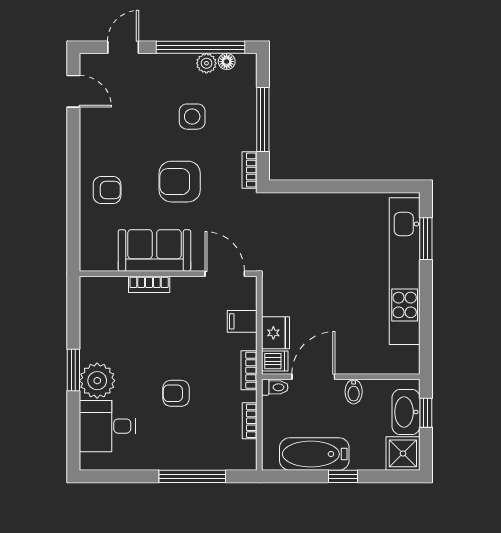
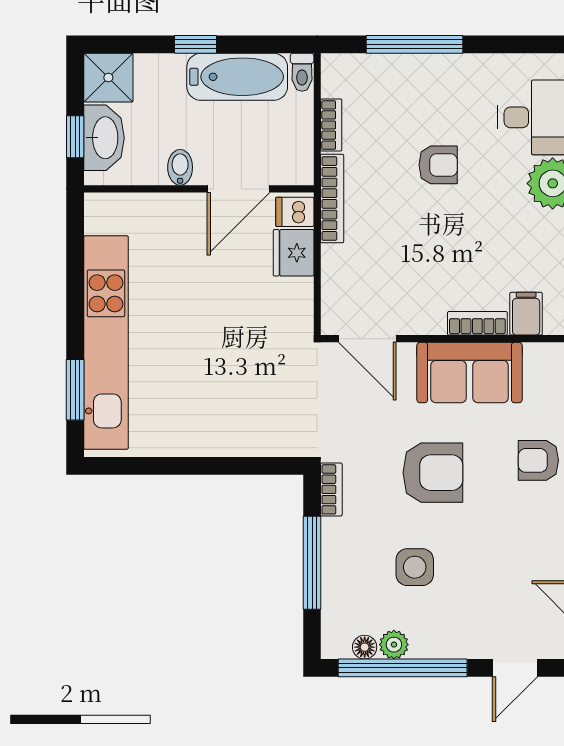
filing cabinet: (242, 321) -> (526, 314), moved, turned -90
bookcase: (249, 370) -> (332, 199), width x1.56
toilet: (275, 387) -> (302, 72), moved, turned -90

